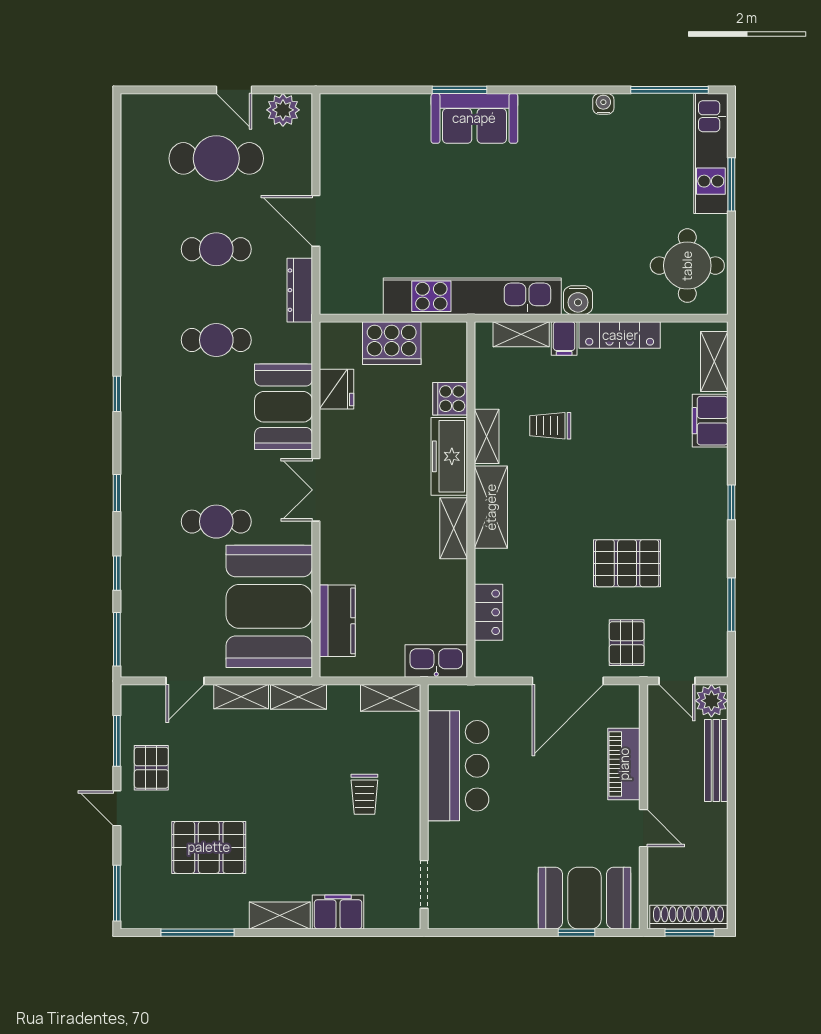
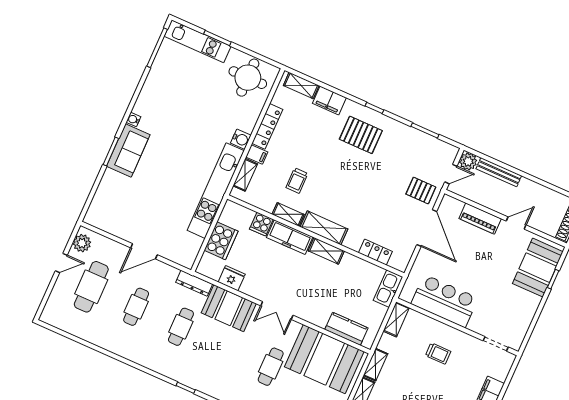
water cooler: (603, 104) -> (133, 119), moved
dresser: (300, 290) -> (194, 283), moved
pallet: (627, 563) -> (361, 135), moved, turned 90

